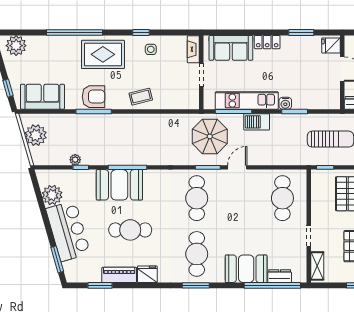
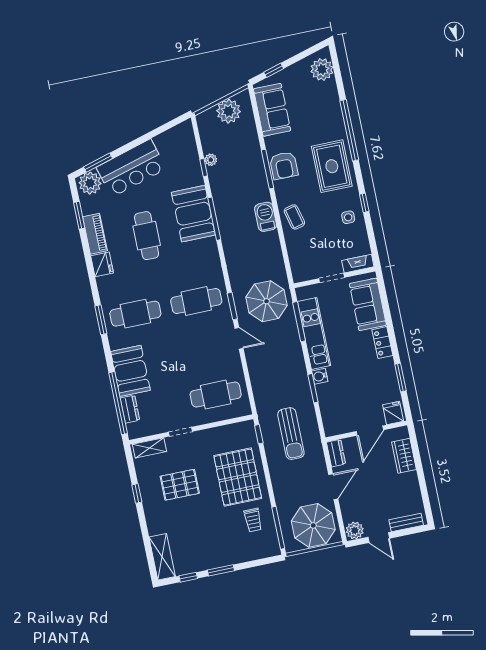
barbecue: (257, 122) -> (266, 217), moved
plant: (52, 195) -> (90, 183), moved

